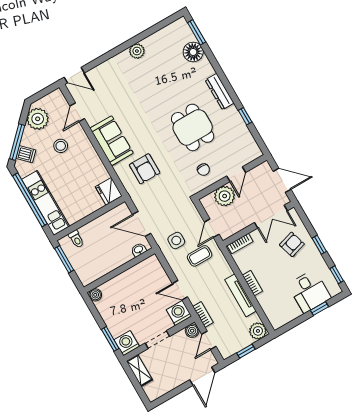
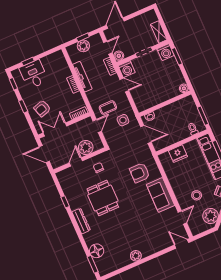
armchair: (145, 169) -> (140, 173), turned -90
fridge: (109, 191) -> (178, 154), moved, turned 90
plant: (258, 331) -> (83, 46), moved

